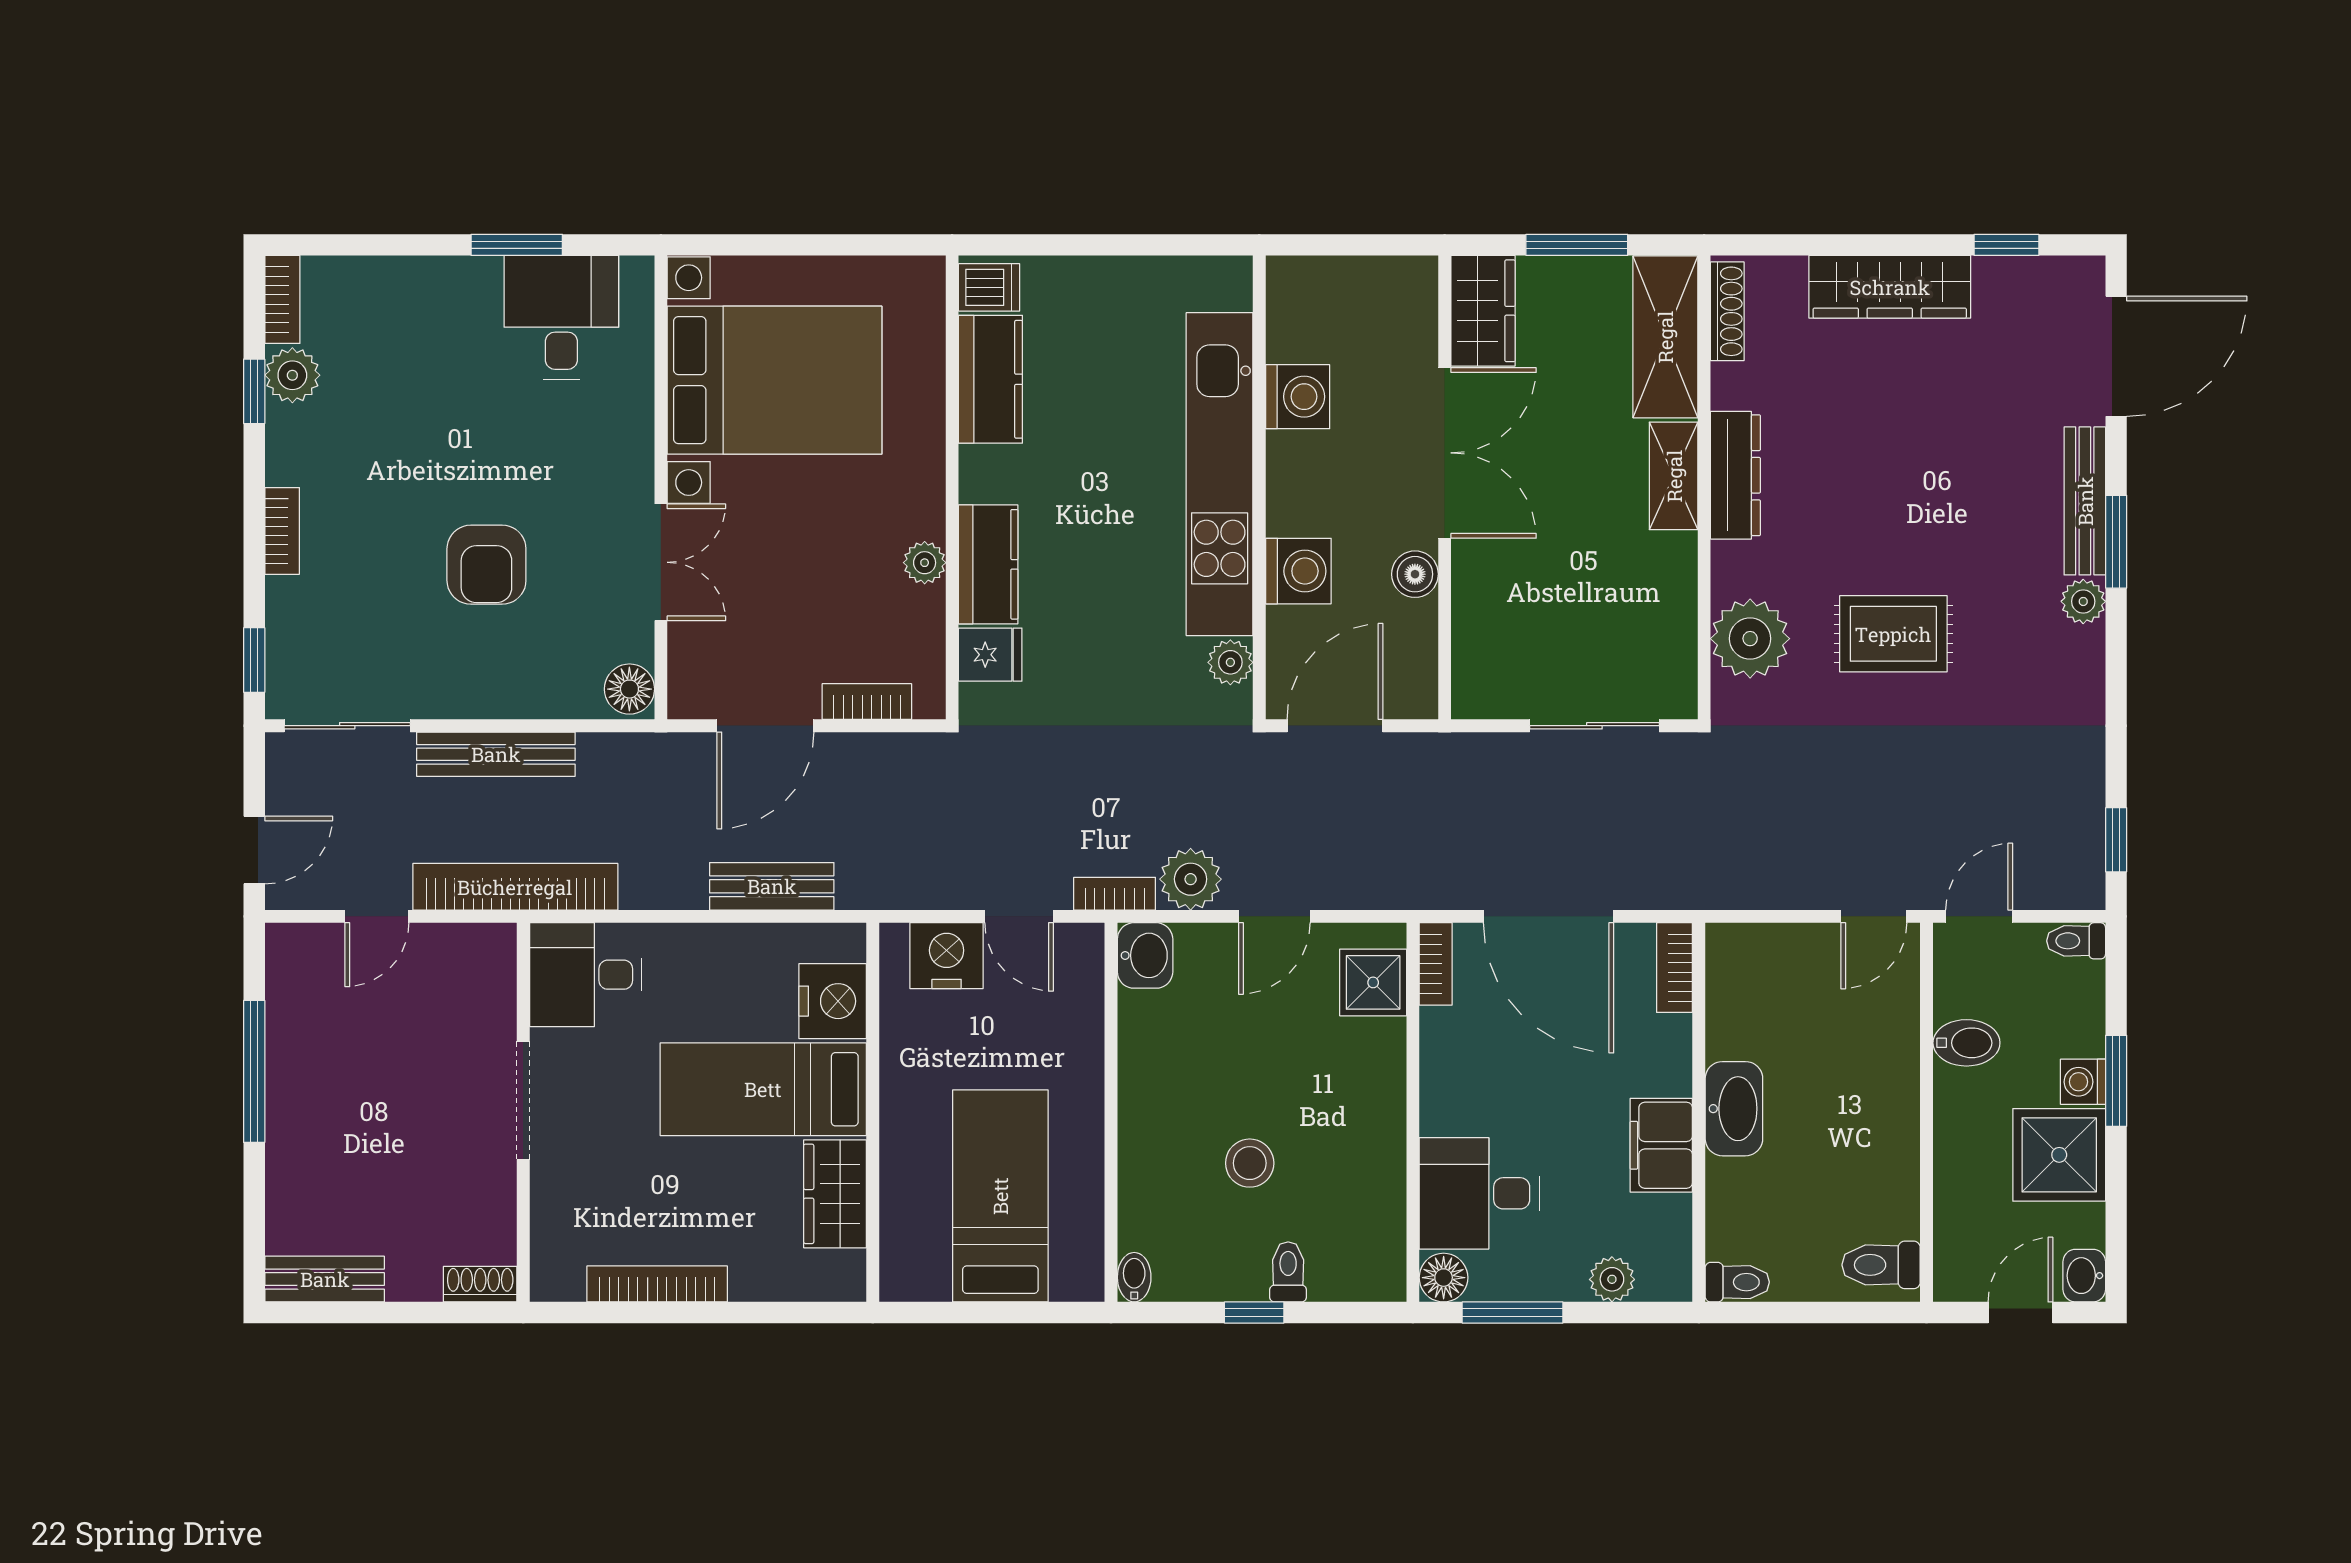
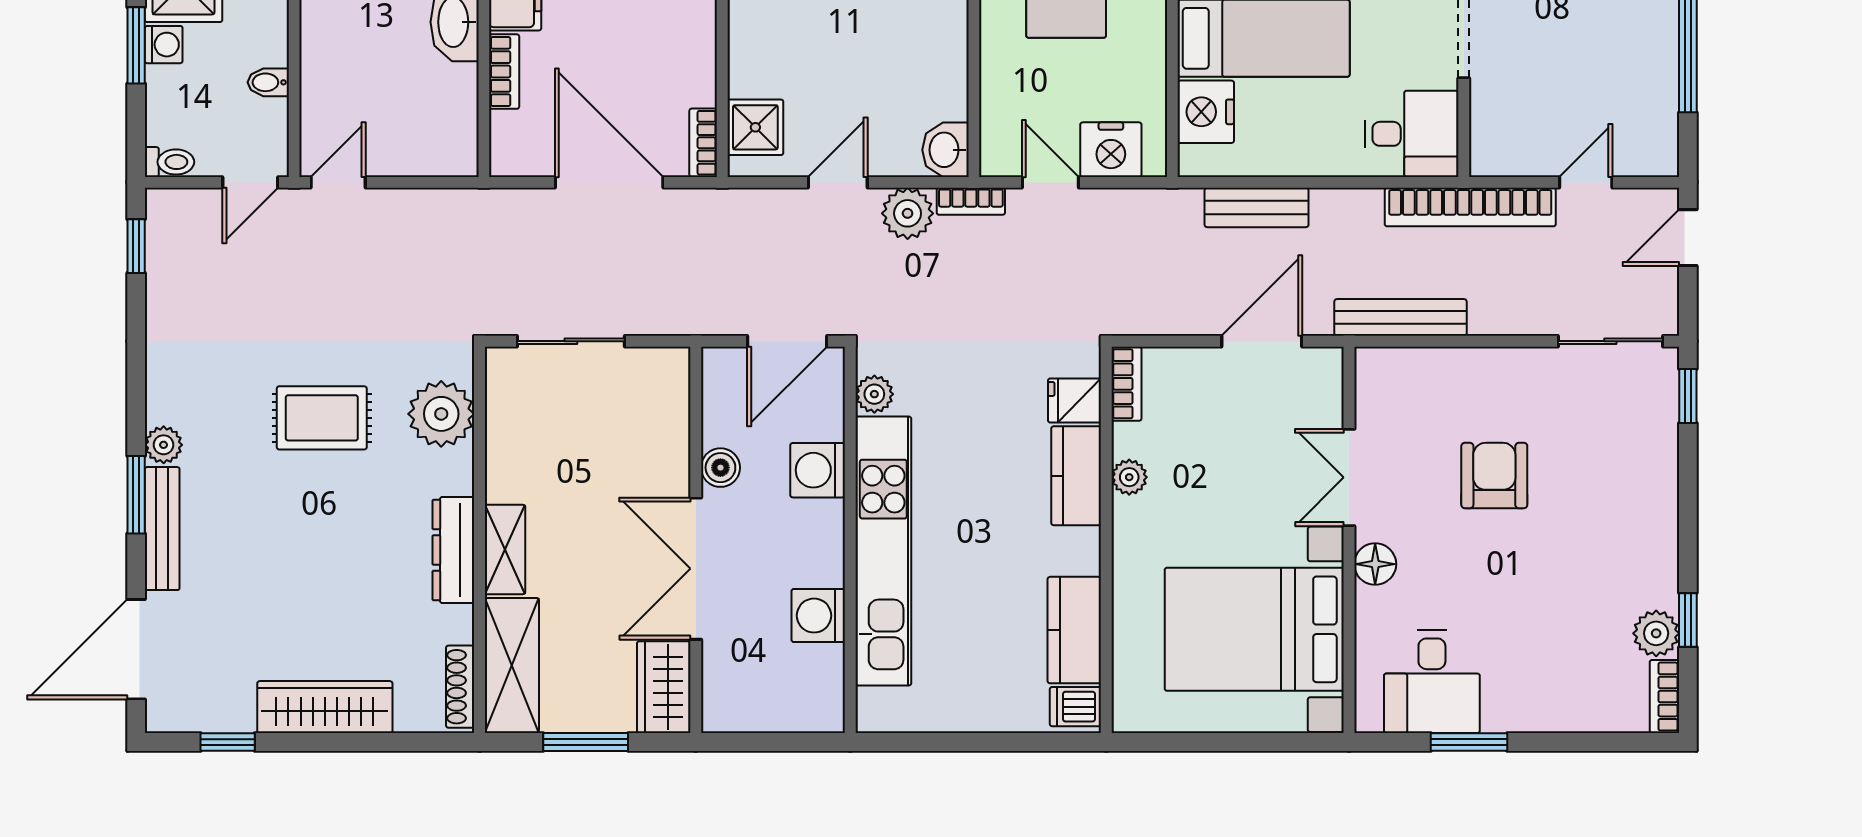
bookcase: (282, 531) -> (1665, 504), removed
floor lamp: (629, 689) -> (1375, 564), moved
bookcase: (867, 702) -> (1126, 384), moved, turned -90
bench: (496, 754) -> (1401, 317), moved
bookcase: (1675, 968) -> (504, 72), moved
bidet: (1966, 1043) -> (268, 82), width x0.72, depth x0.74

